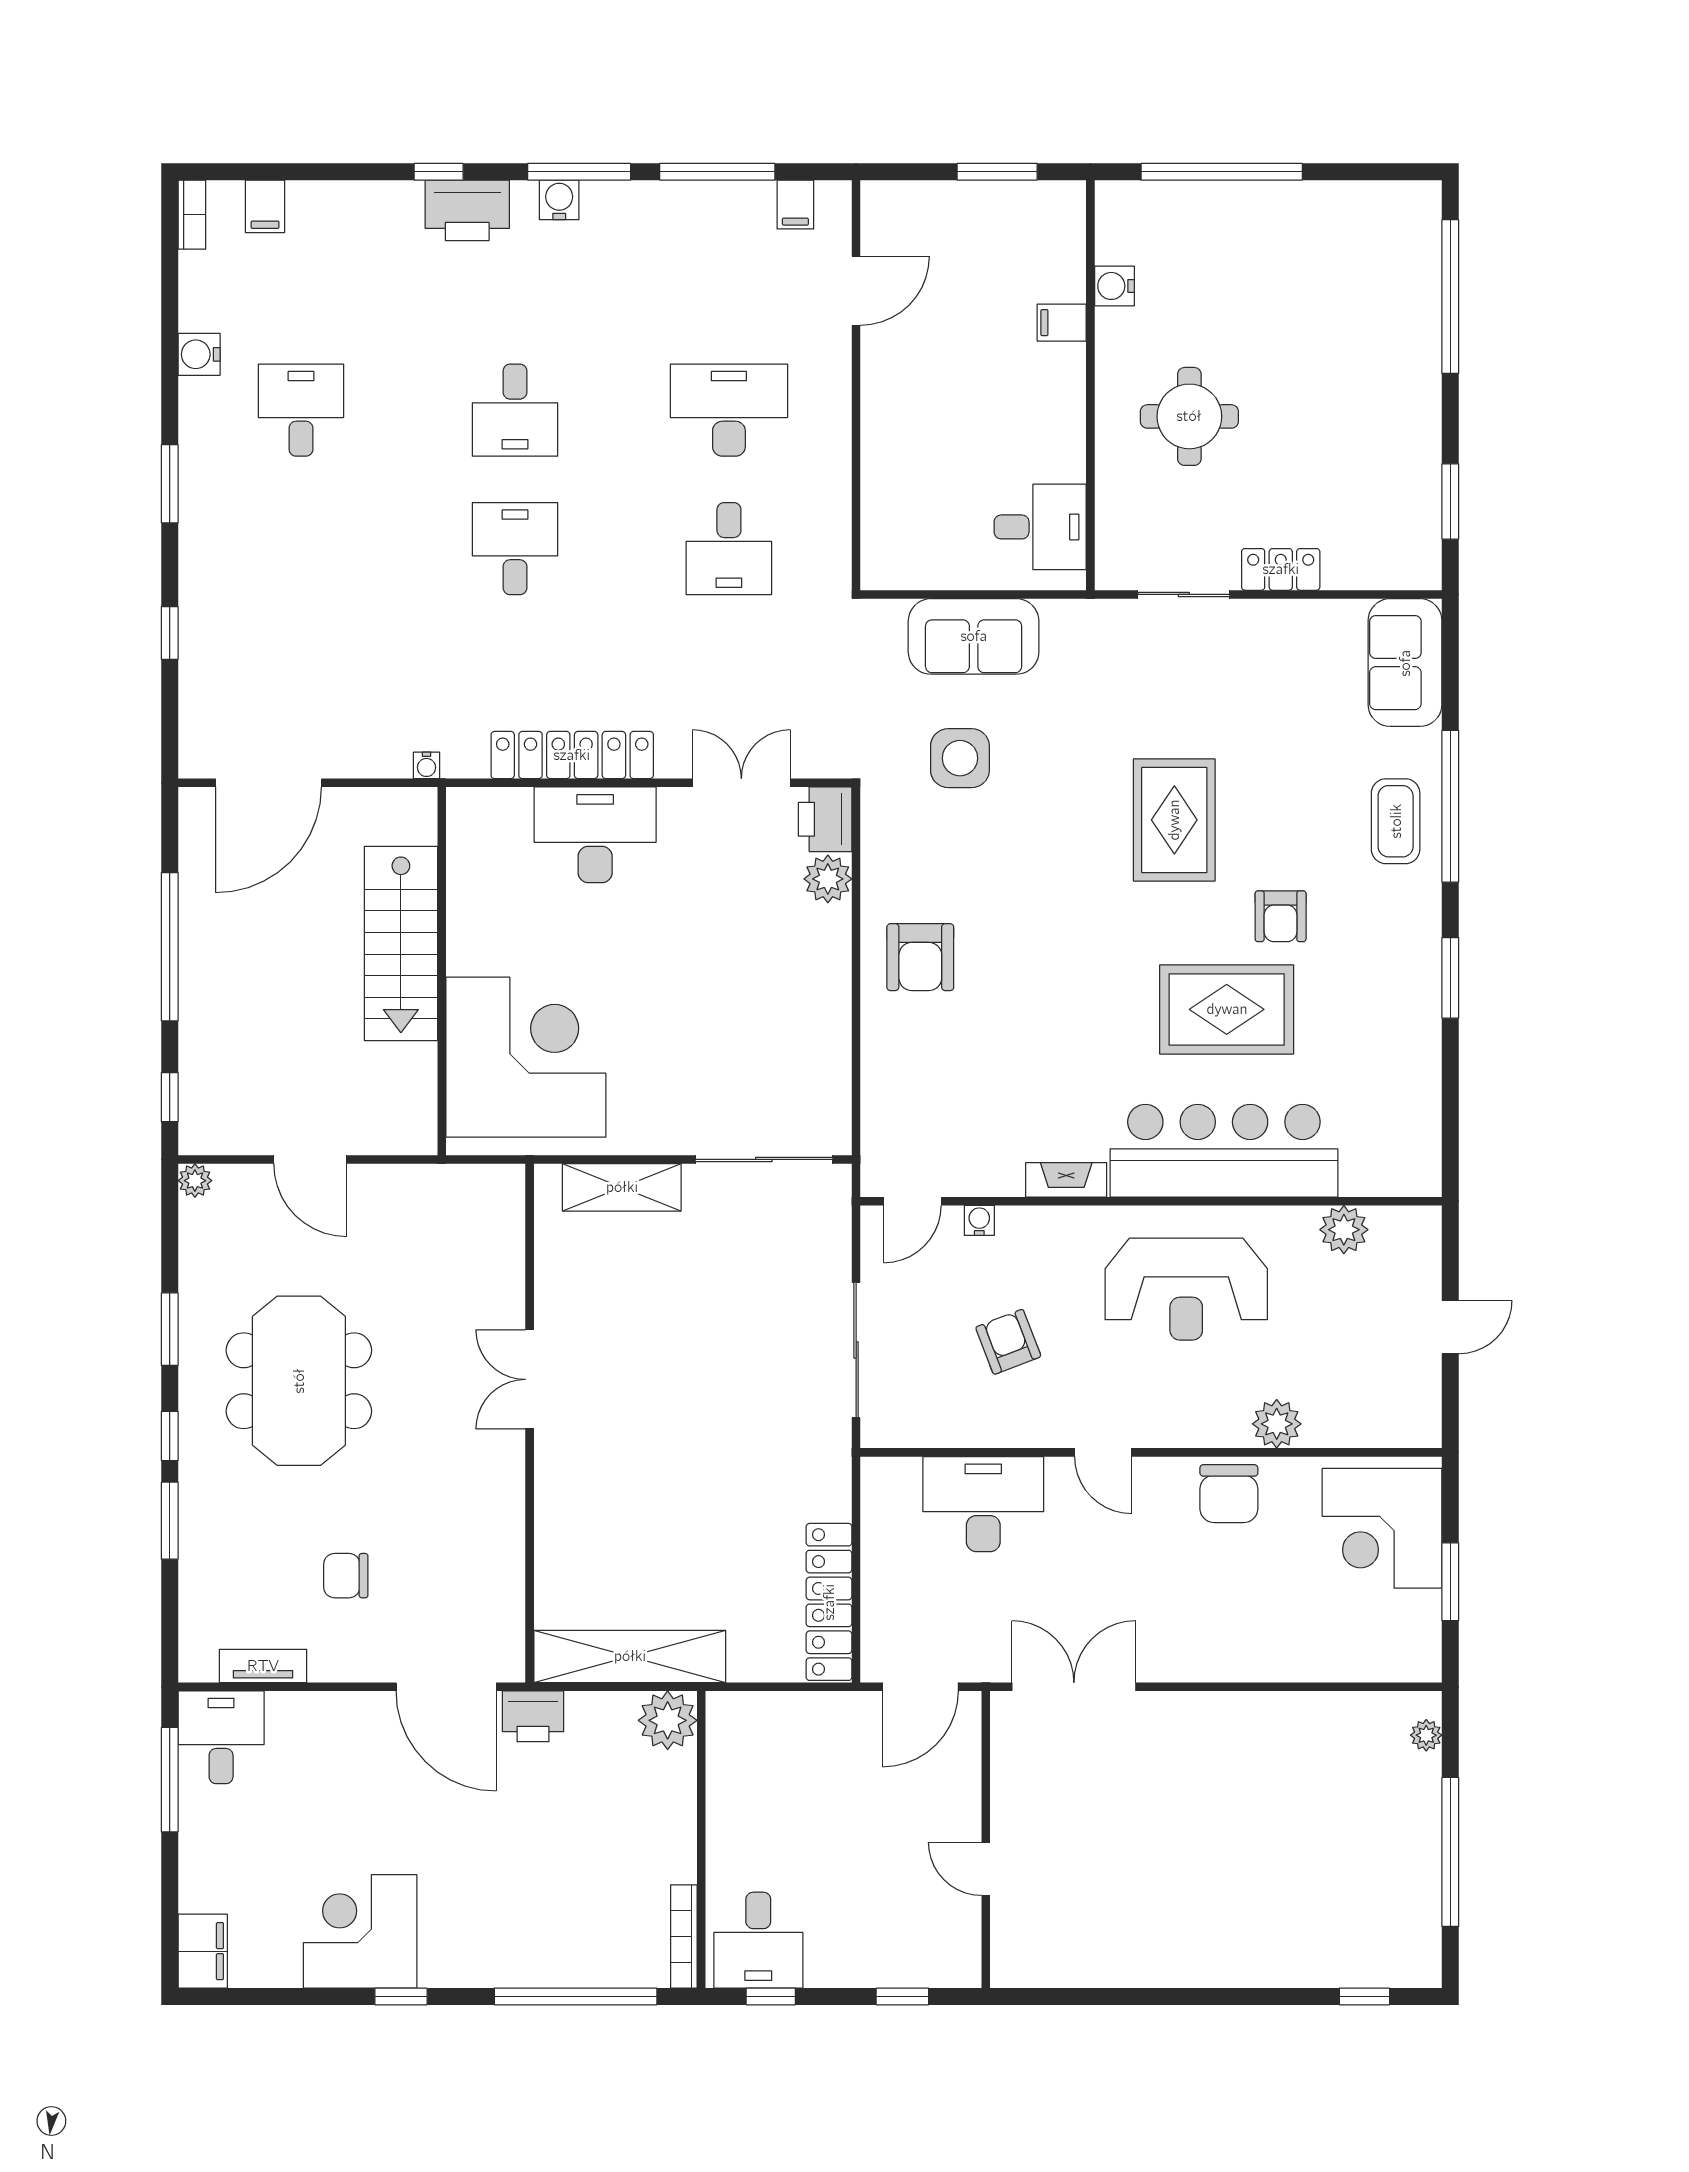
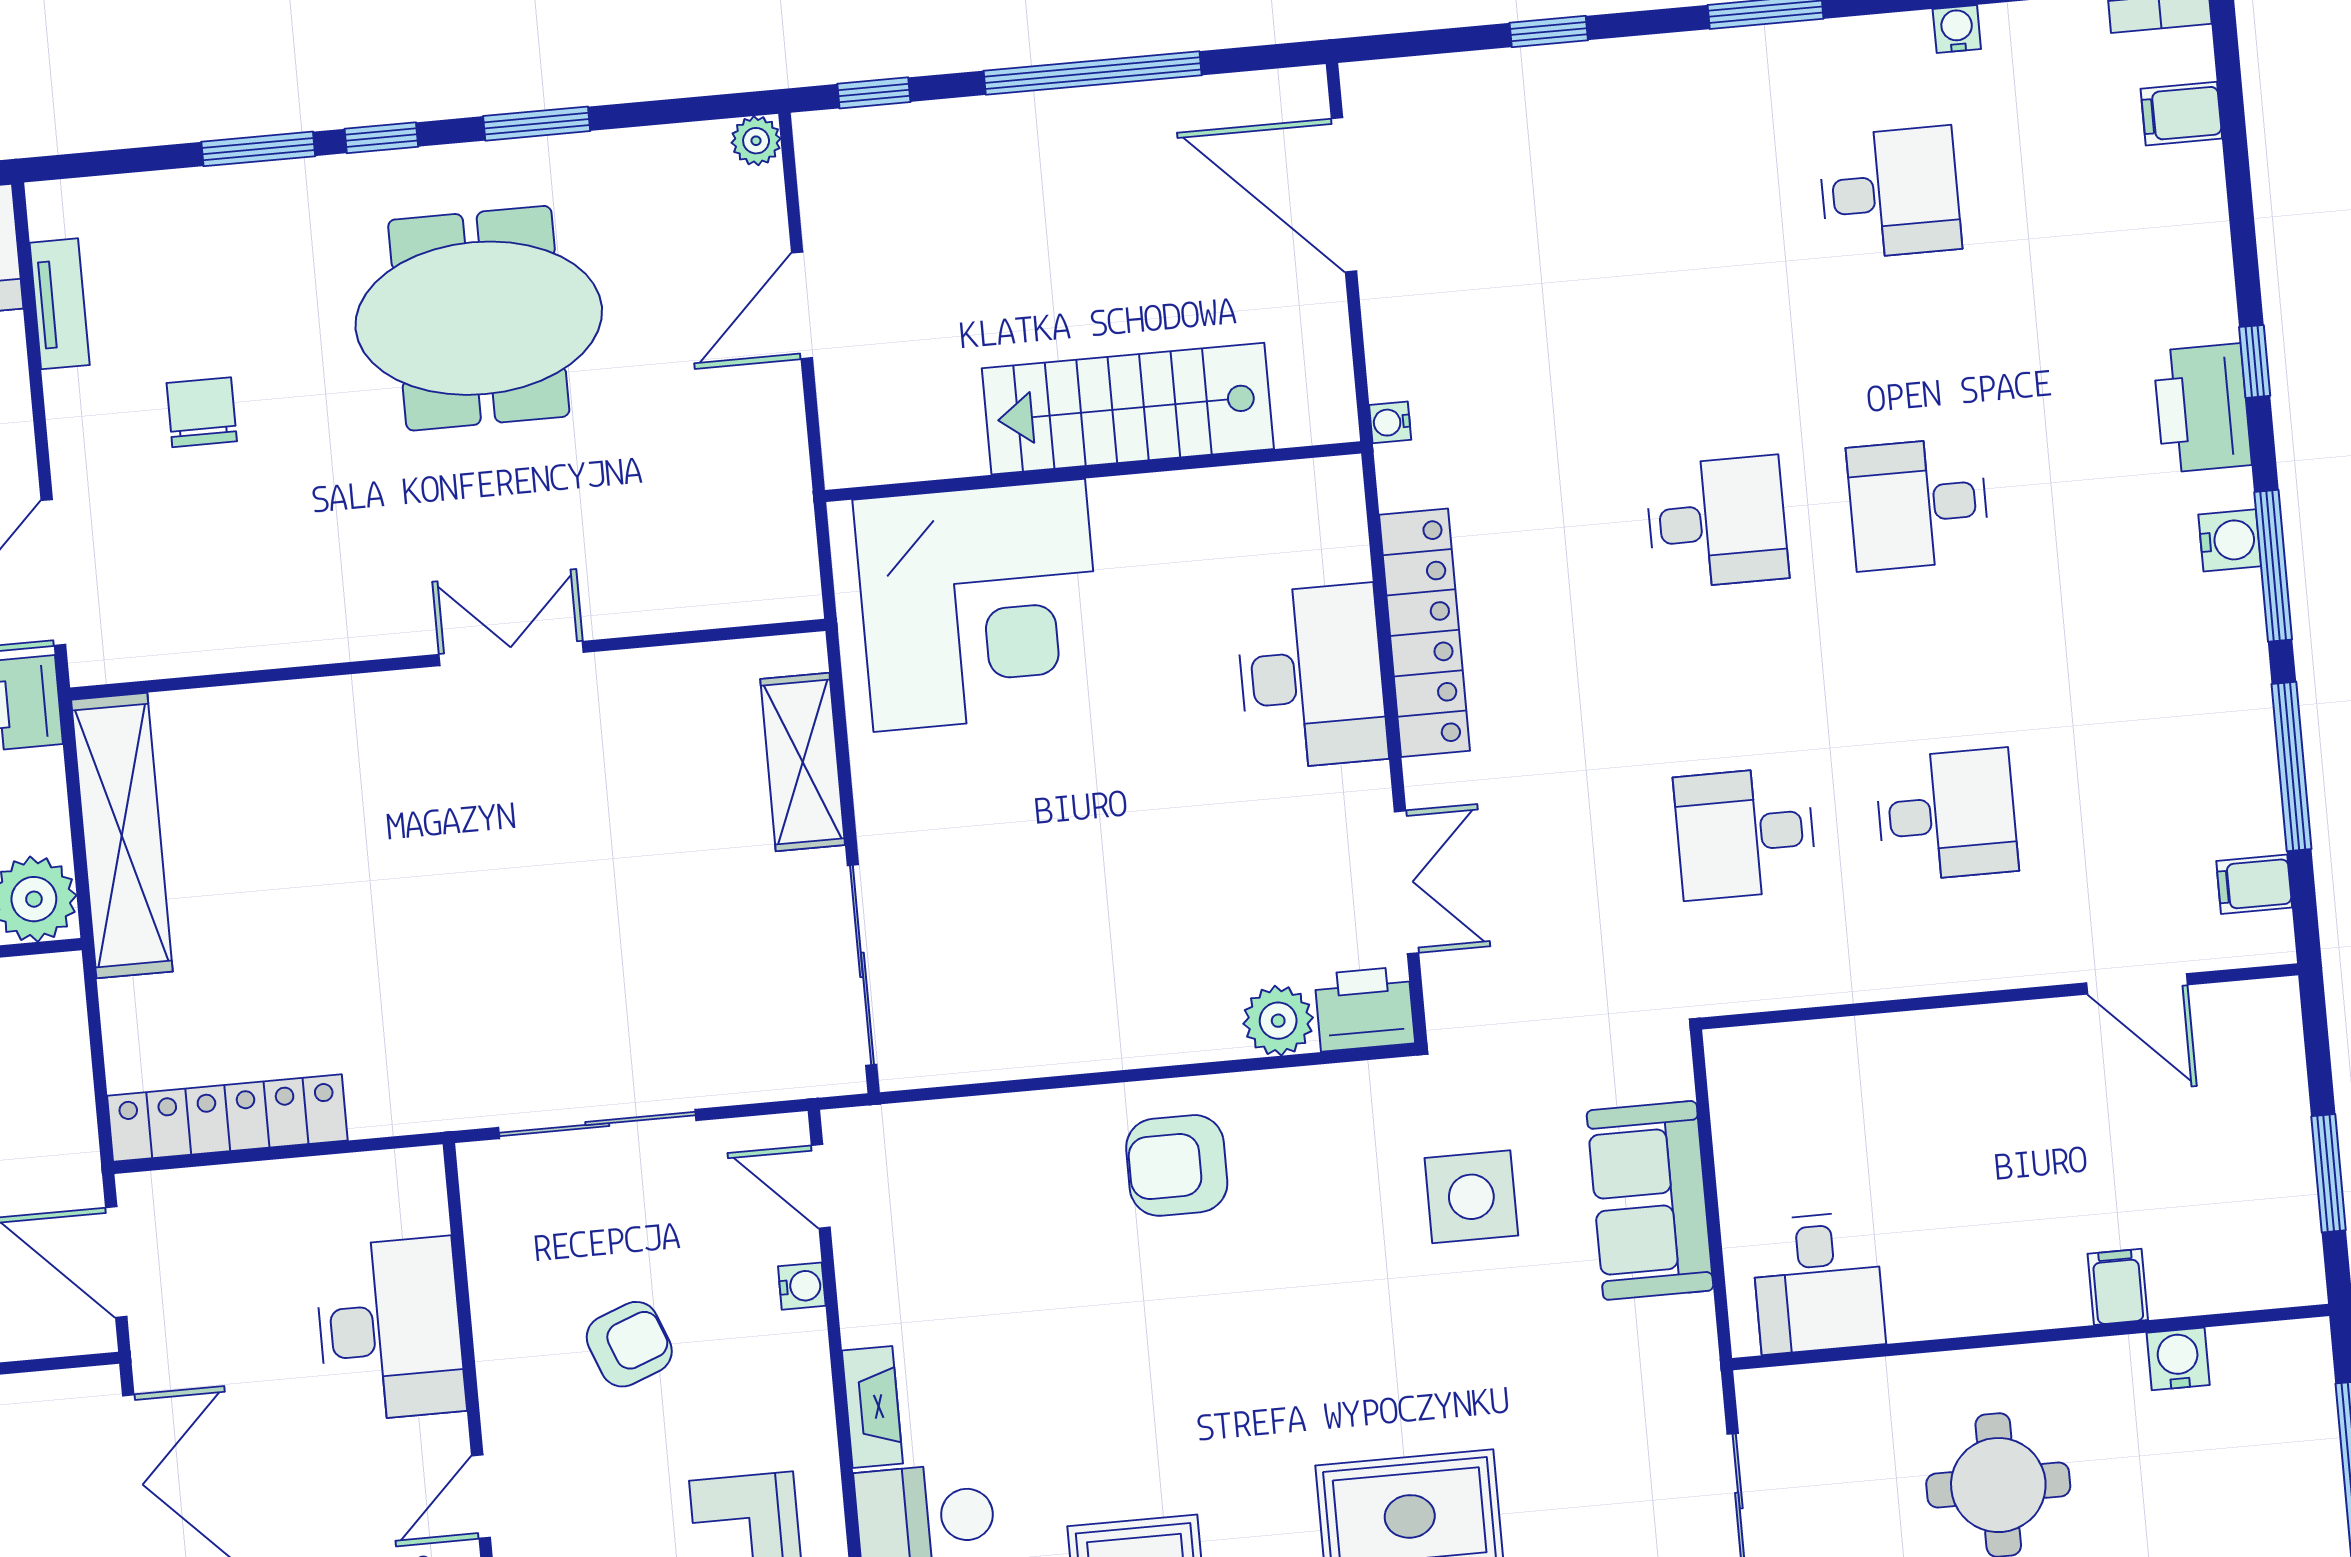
water cooler: (199, 354) -> (1957, 29), width x0.72, depth x0.72
desk: (729, 410) -> (1947, 815), width x0.73

